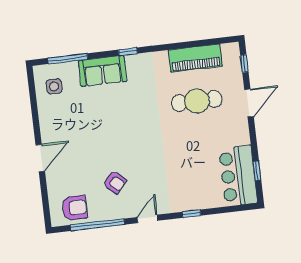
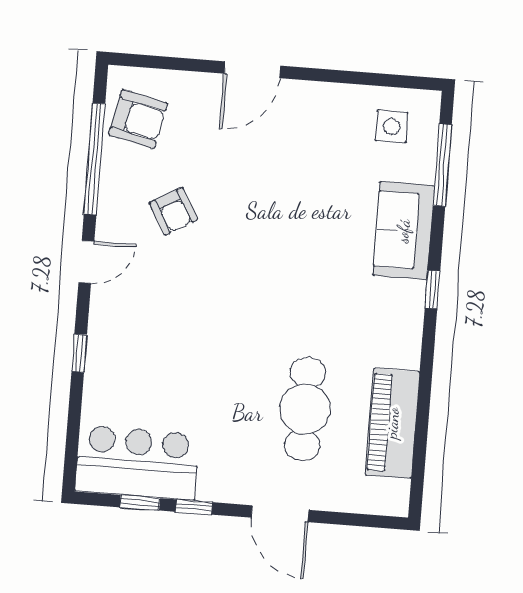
window: (244, 64) -> (194, 507), moved
door: (40, 158) -> (252, 70), hinge flipped
armchair: (115, 182) -> (173, 211), turned -72
armchair: (75, 208) -> (138, 119), turned -77
door: (147, 219) -> (86, 262), hinge flipped

